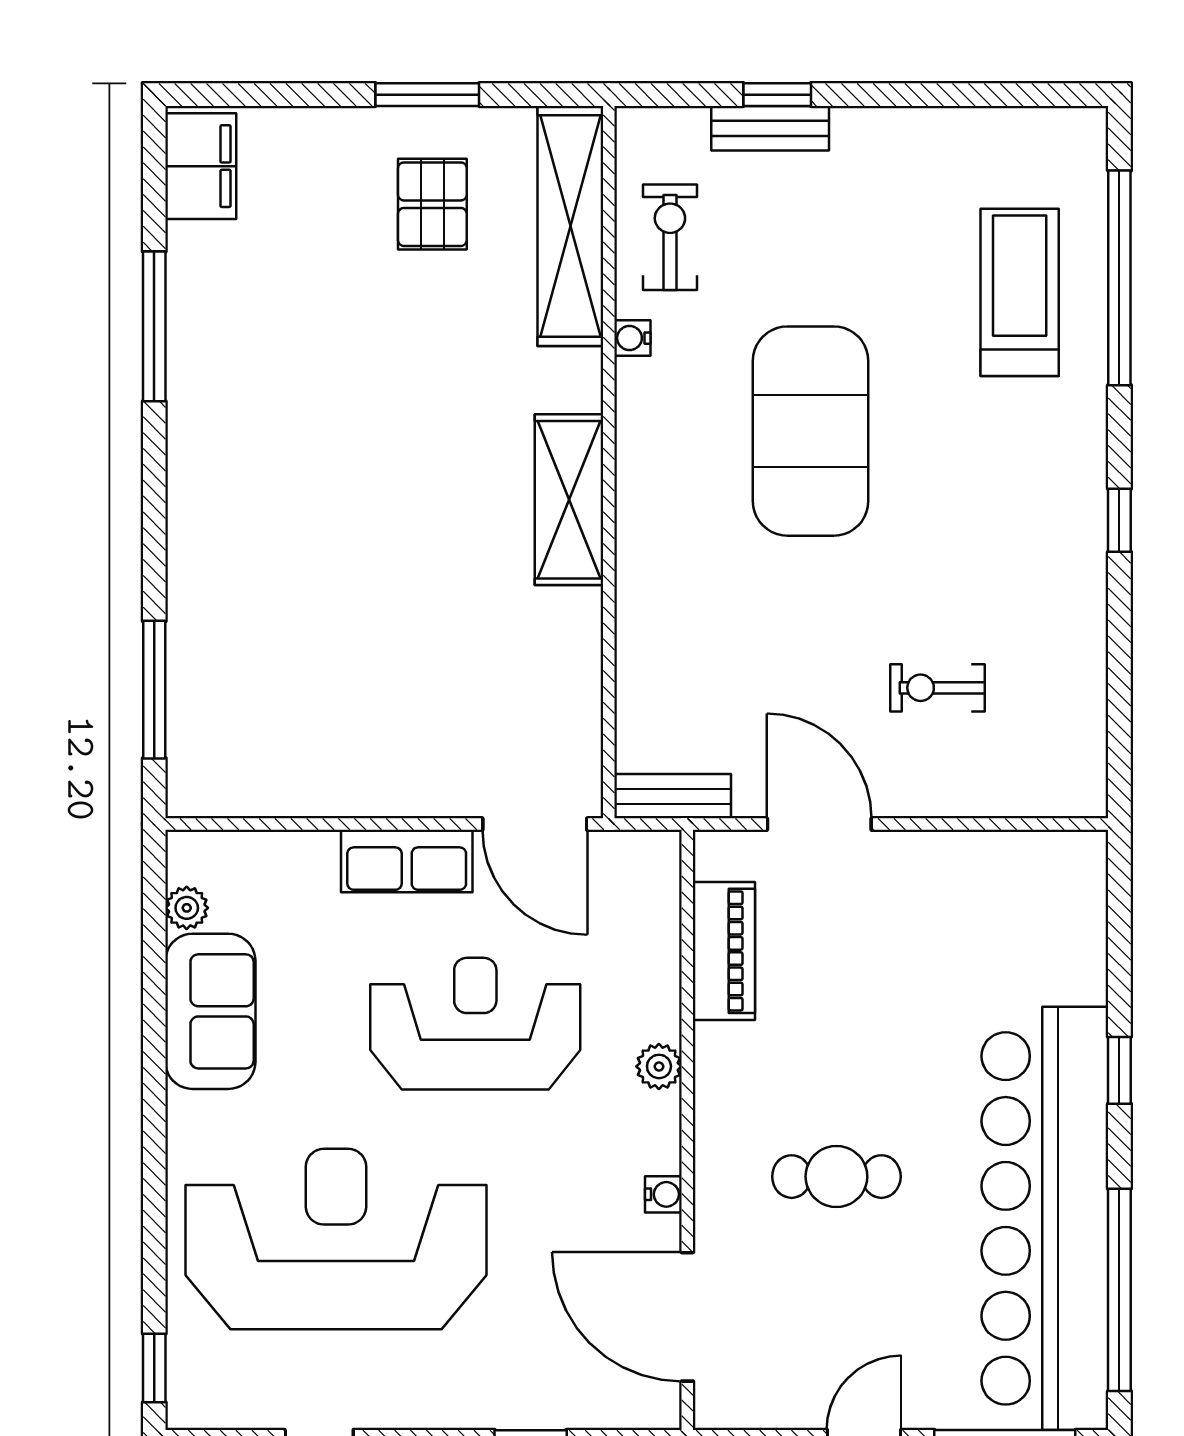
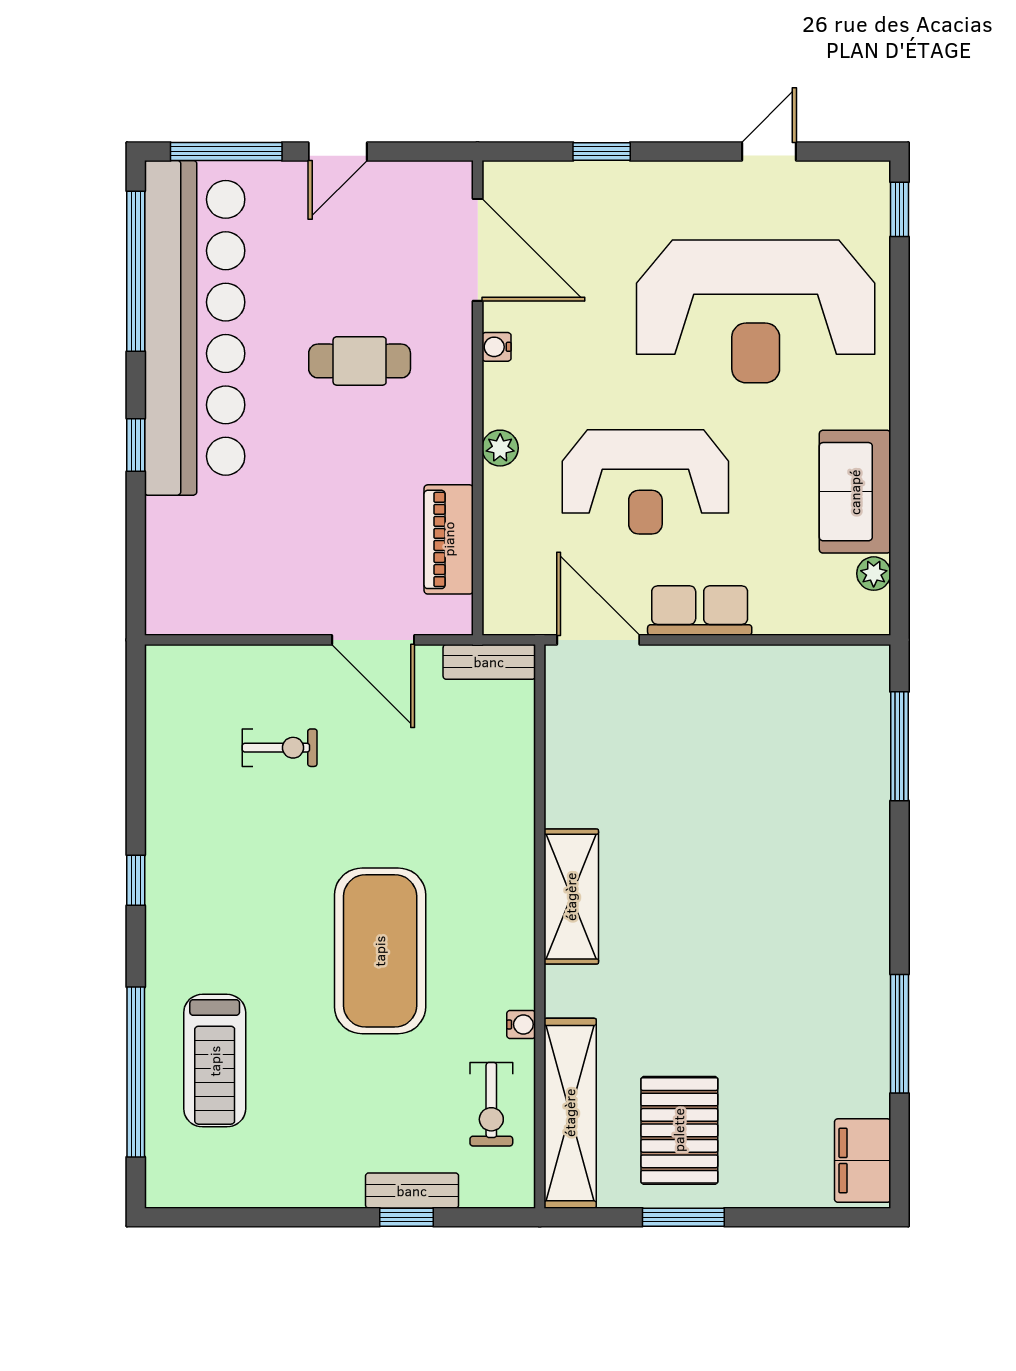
pallet: (432, 204) -> (679, 1130), width x1.50, depth x1.42

